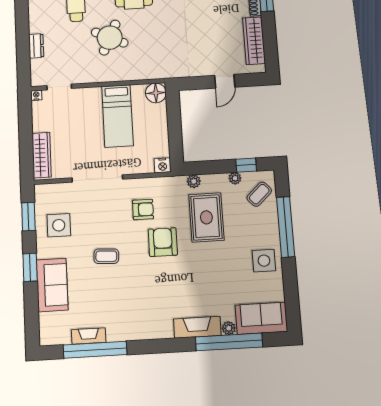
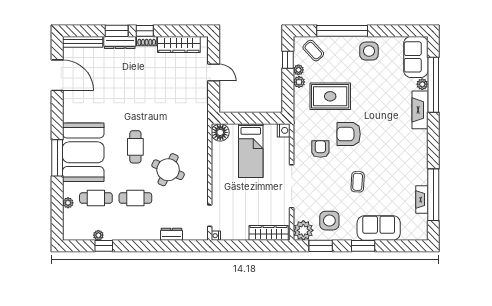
bed: (118, 116) -> (251, 151), moved, turned 90
plant: (194, 181) -> (299, 82), moved
plant: (46, 195) -> (303, 230), added

